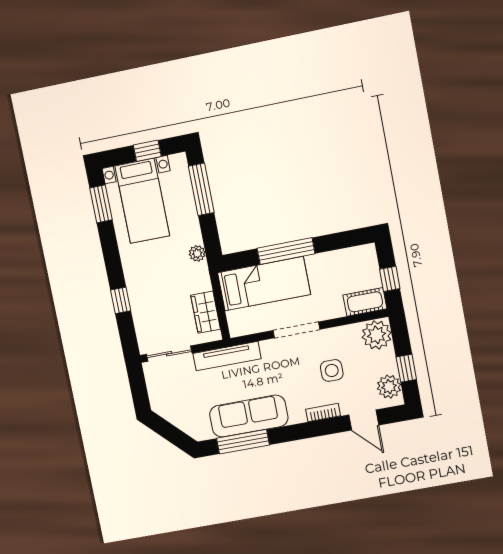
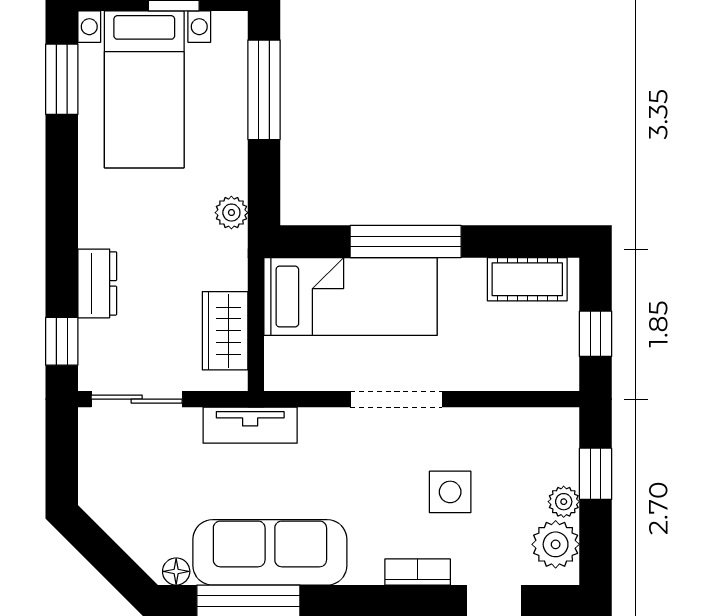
window: (121, 300) -> (62, 341), moved
dresser: (139, 301) -> (97, 283), added
cot: (365, 302) -> (527, 279), moved
plant: (377, 335) -> (564, 502), moved, width x0.53, depth x0.53
tv unit: (227, 356) -> (250, 425), width x0.71
window: (406, 368) -> (596, 474), moved
floor lamp: (205, 434) -> (176, 571), added

